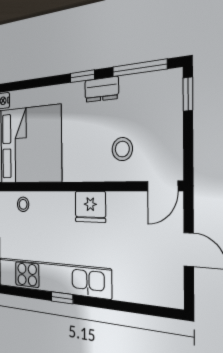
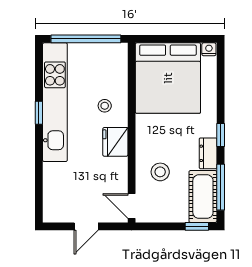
cot: (150, 90) -> (203, 197), added
stool: (23, 204) -> (105, 106), moved

